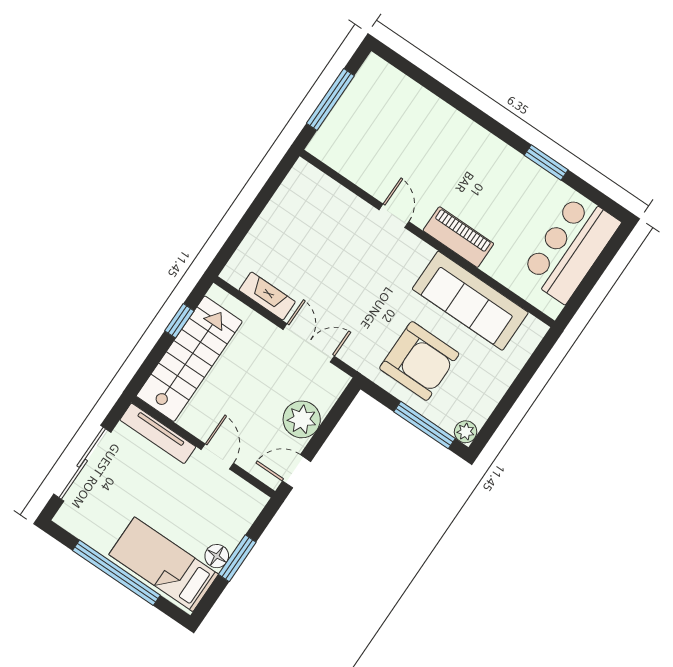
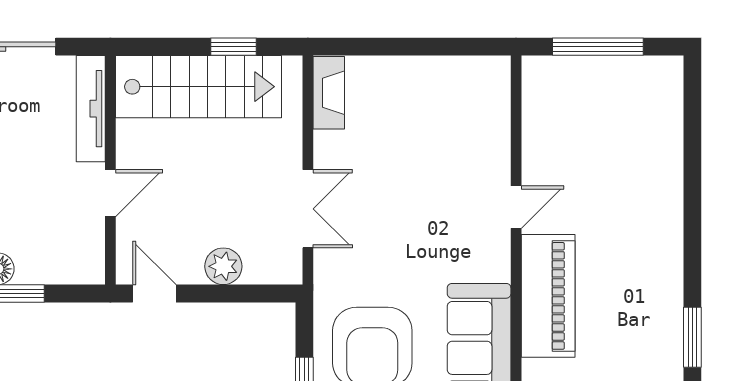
piano: (458, 237) -> (548, 296), width x1.37, depth x1.33
fireplace: (267, 296) -> (329, 93), moved
plant: (302, 419) -> (223, 266), width x0.73, depth x0.73

